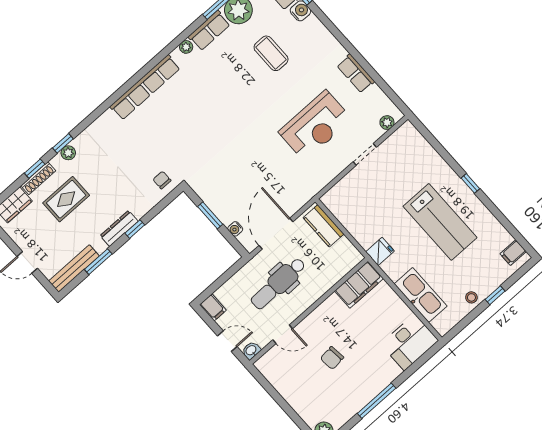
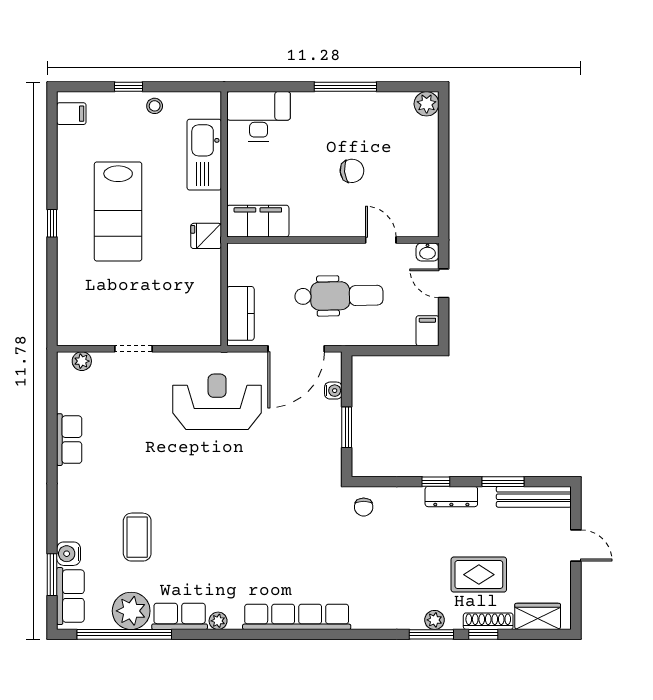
reception desk: (315, 126) -> (217, 402), moved
window: (63, 143) -> (431, 634), width x1.50
lab bench: (440, 222) -> (118, 211), turned 180

